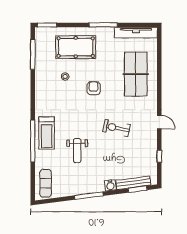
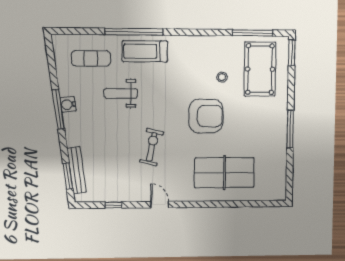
tv unit: (136, 33) -> (279, 172), removed
pool table: (76, 47) -> (260, 69), moved
armchair: (94, 88) -> (206, 116), width x1.88, depth x1.88
door: (159, 122) -> (160, 205), swing flipped
exercise mat: (46, 183) -> (91, 58), moved
water cooler: (110, 185) -> (68, 105), moved

